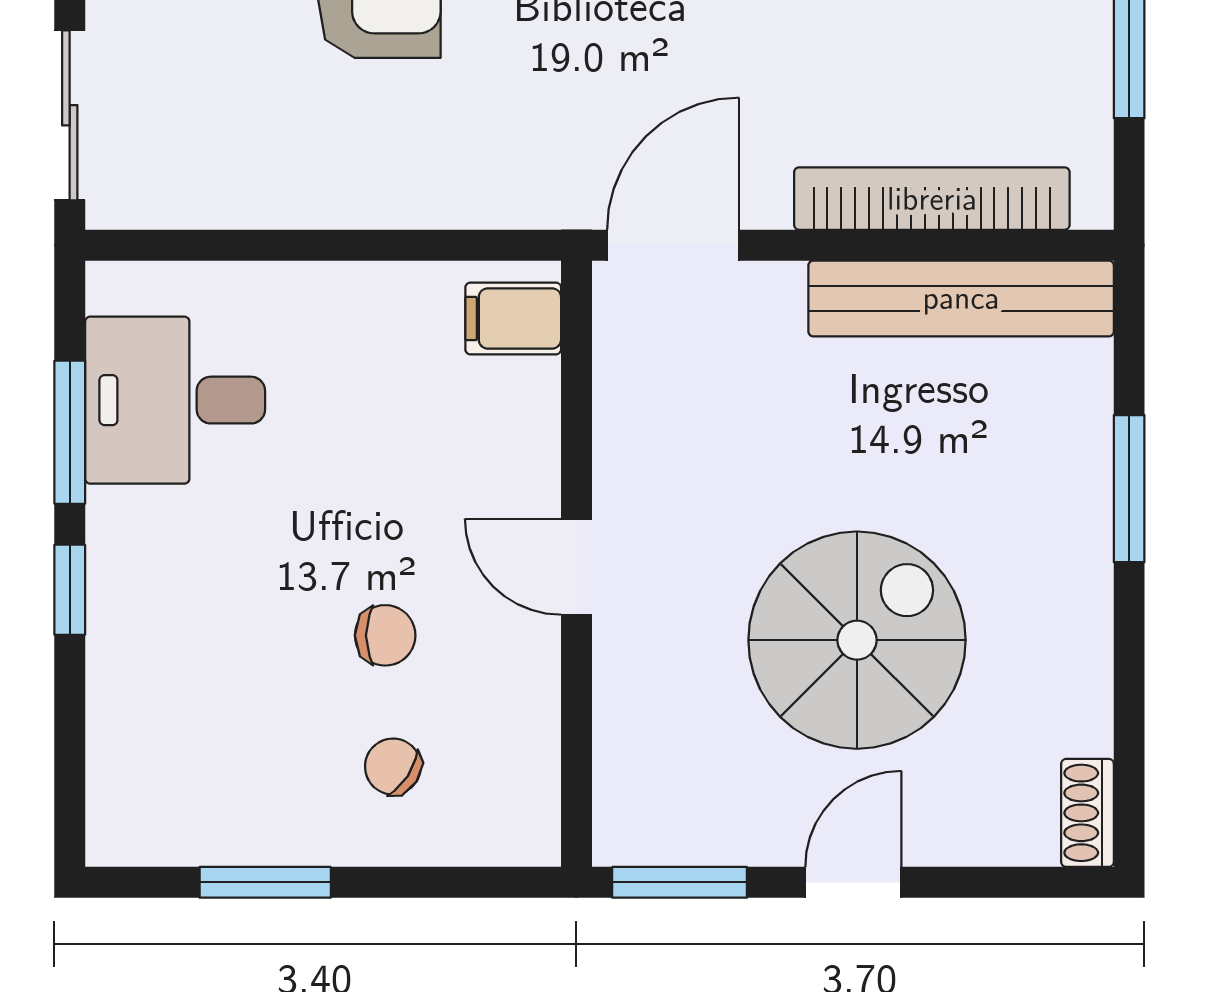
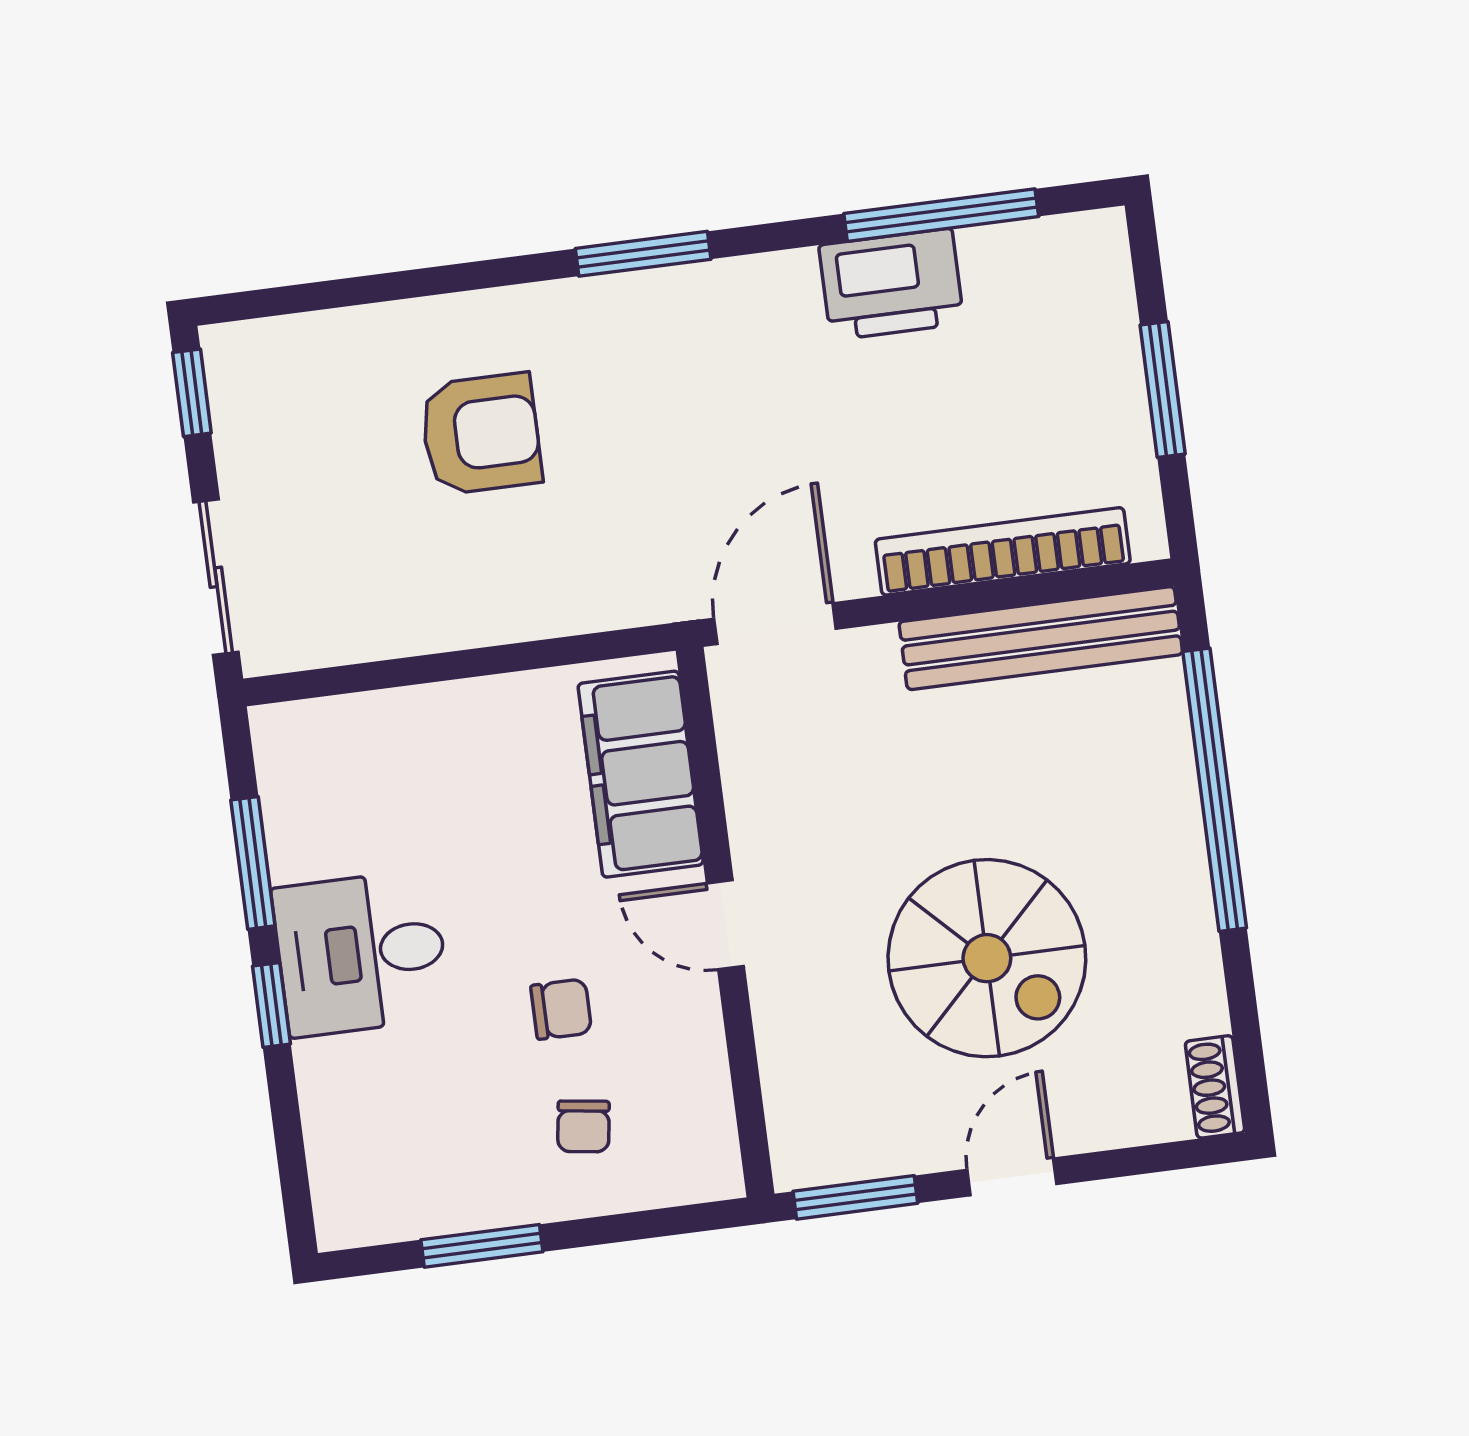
filing cabinet: (513, 318) -> (641, 774), width x3.00, depth x1.17
desk: (175, 400) -> (361, 953), moved
window: (1129, 489) -> (1215, 790), width x2.11
spiral stairs: (857, 640) -> (987, 958), turned 90
chair: (393, 766) -> (583, 1126), turned -115

